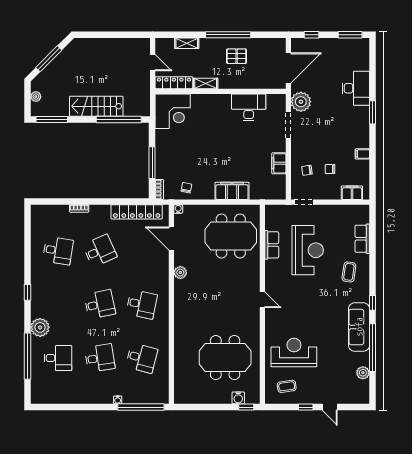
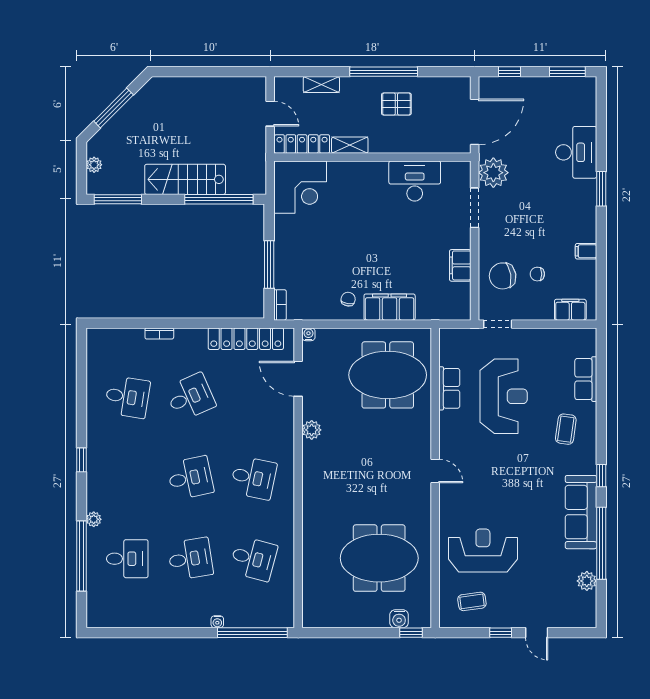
chair: (307, 170) -> (503, 276), width x1.87, depth x1.87
chair: (186, 188) -> (348, 299), moved
plant: (40, 327) -> (94, 519), width x0.53, depth x0.53

